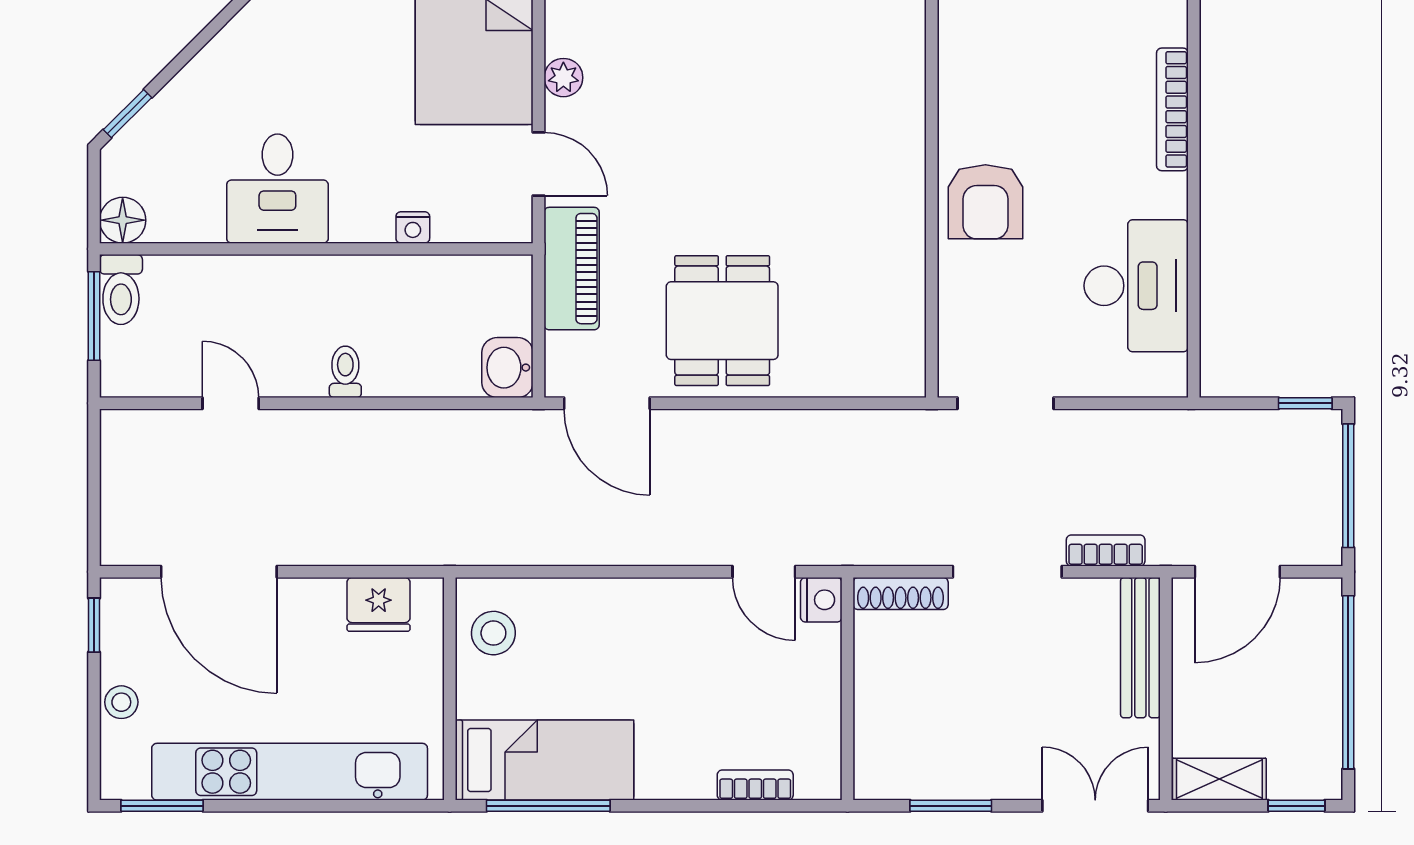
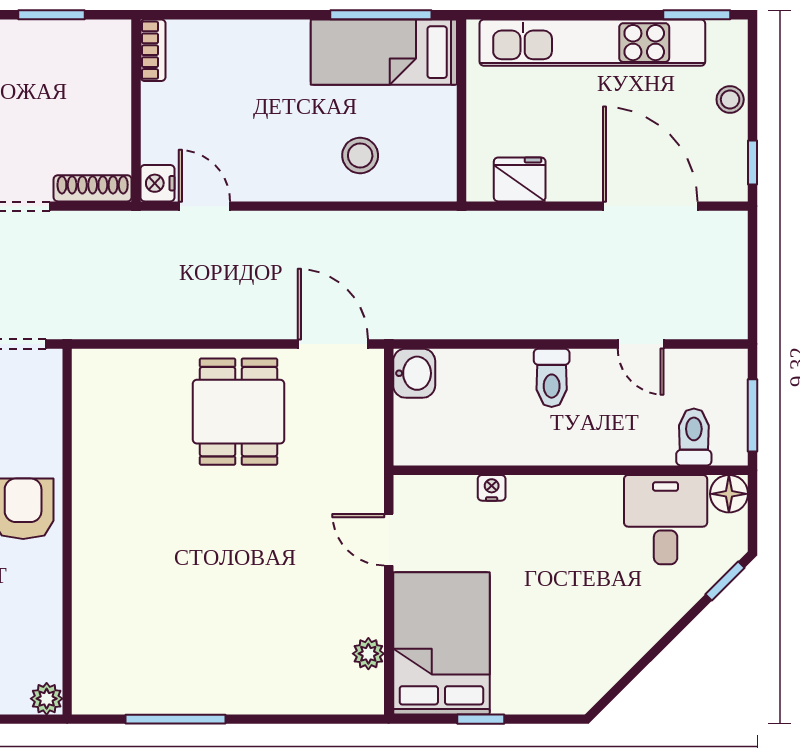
plant: (563, 78) -> (368, 654), moved
desk: (277, 189) -> (666, 520), moved
piano: (572, 269) -> (362, 454), removed
toilet: (121, 290) -> (694, 437), moved
toilet: (345, 372) -> (552, 378), width x1.37, depth x1.39
stool: (493, 633) -> (360, 155), moved
bookcase: (755, 785) -> (153, 50), moved, turned -90

